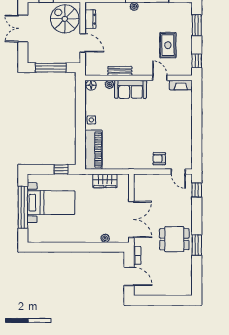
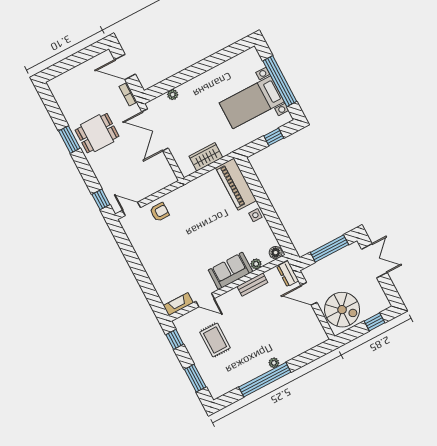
dresser: (90, 19) -> (288, 274), moved
double door: (23, 28) -> (374, 261), moved
window: (61, 169) -> (274, 137), moved

